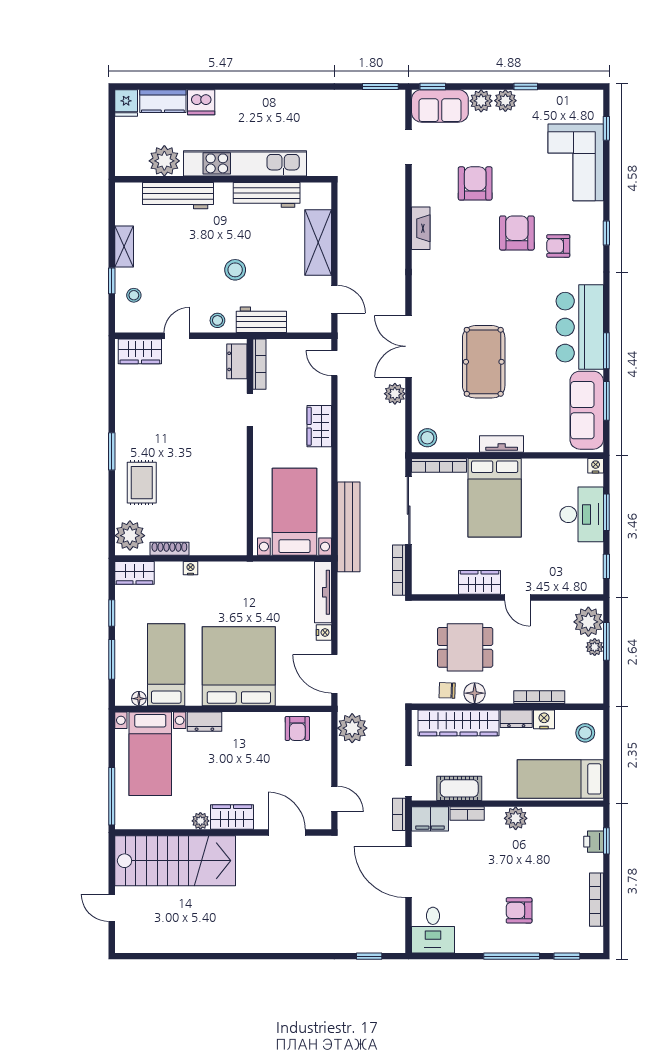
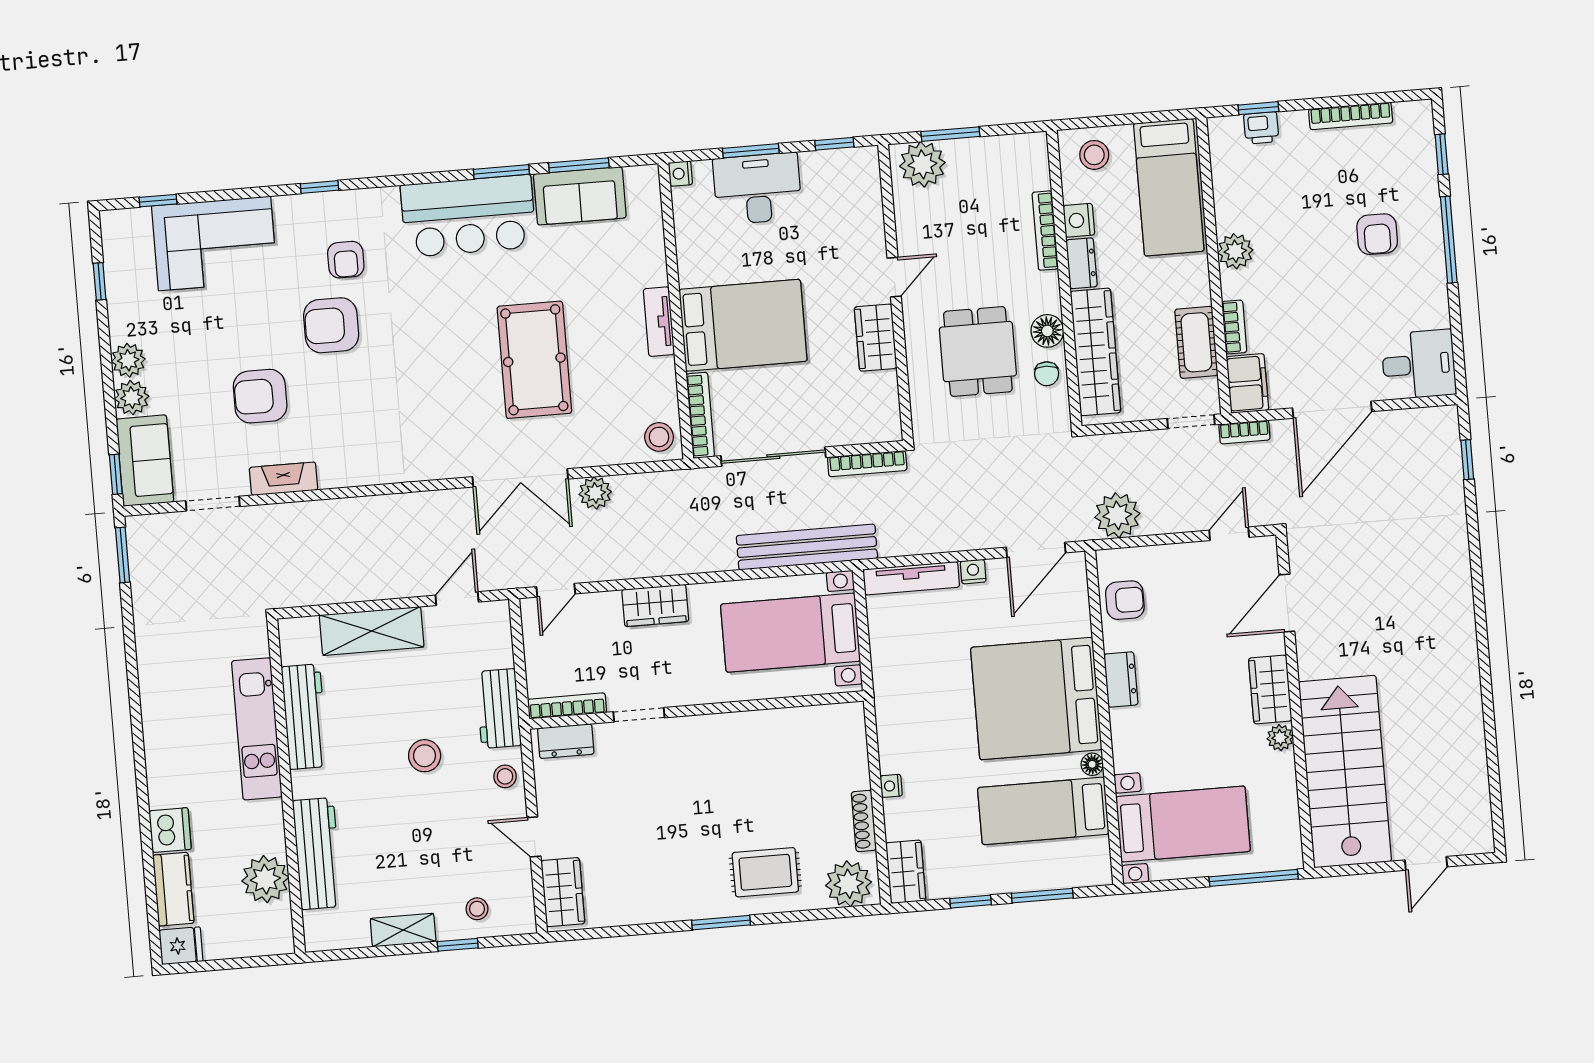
window: (526, 86) -> (100, 281), moved
kitchen unit: (245, 163) -> (257, 729), width x0.73
fireplace: (421, 228) -> (284, 479), moved
pool table: (484, 362) -> (534, 360), turned 90
sofa: (587, 410) -> (580, 196), width x0.73
plant: (595, 647) -> (961, 152), removed
floor lamp: (139, 699) -> (1092, 764), moved
dresser: (204, 722) -> (1121, 679), moved

